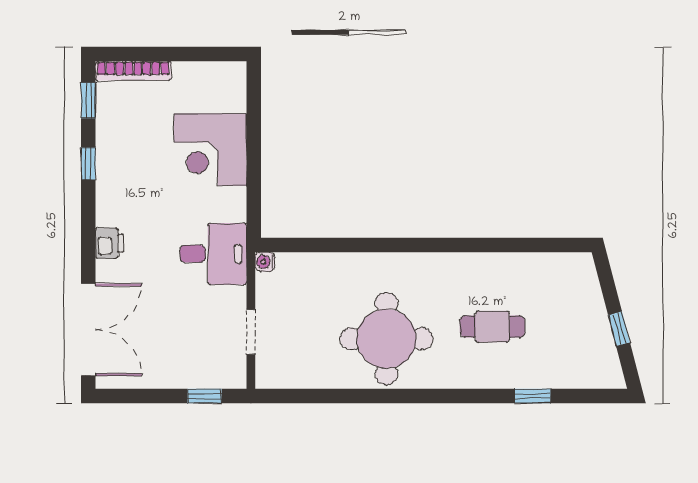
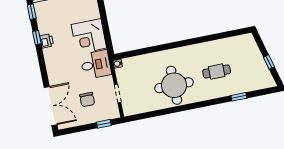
corner desk: (210, 150) -> (89, 36), moved
printer: (109, 243) -> (47, 41), moved
chair: (177, 331) -> (87, 99), added

